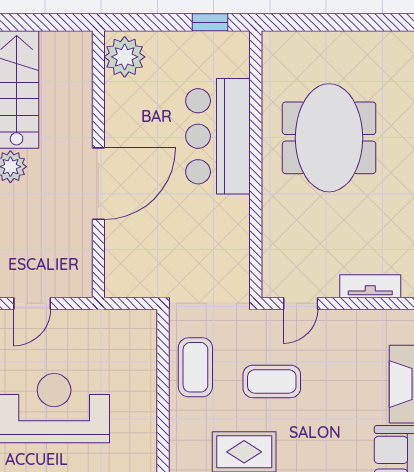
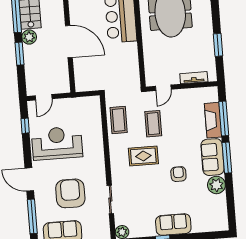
door: (98, 184) -> (69, 42), hinge flipped
coffee table: (272, 381) -> (153, 124), turned 90

